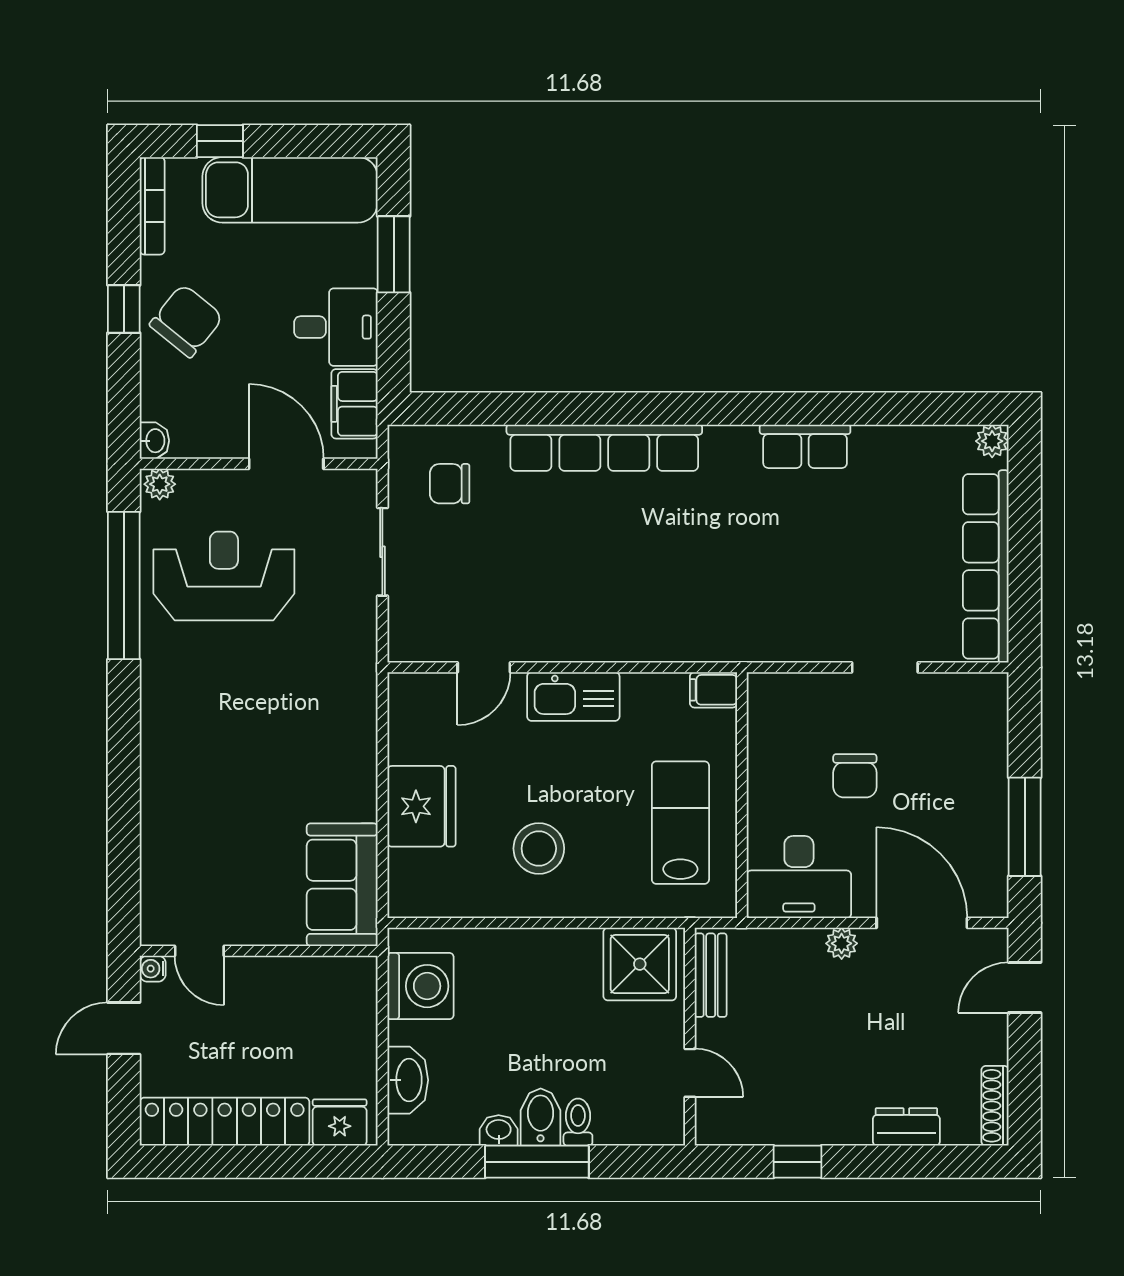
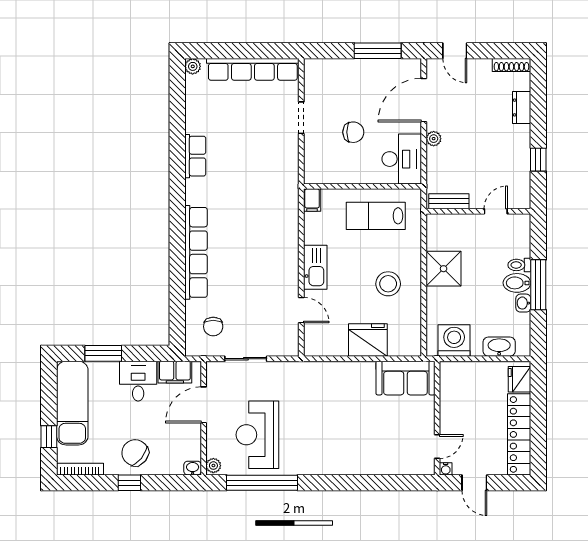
shower: (640, 964) -> (444, 269), moved

